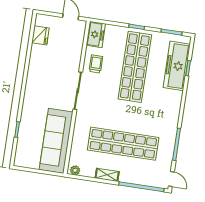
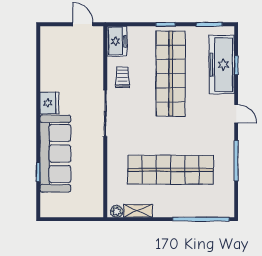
fridge: (40, 35) -> (49, 103), moved
sofa: (56, 141) -> (55, 154), moved, turned 180
shelving: (107, 175) -> (138, 211), moved
door: (171, 179) -> (236, 114), moved

